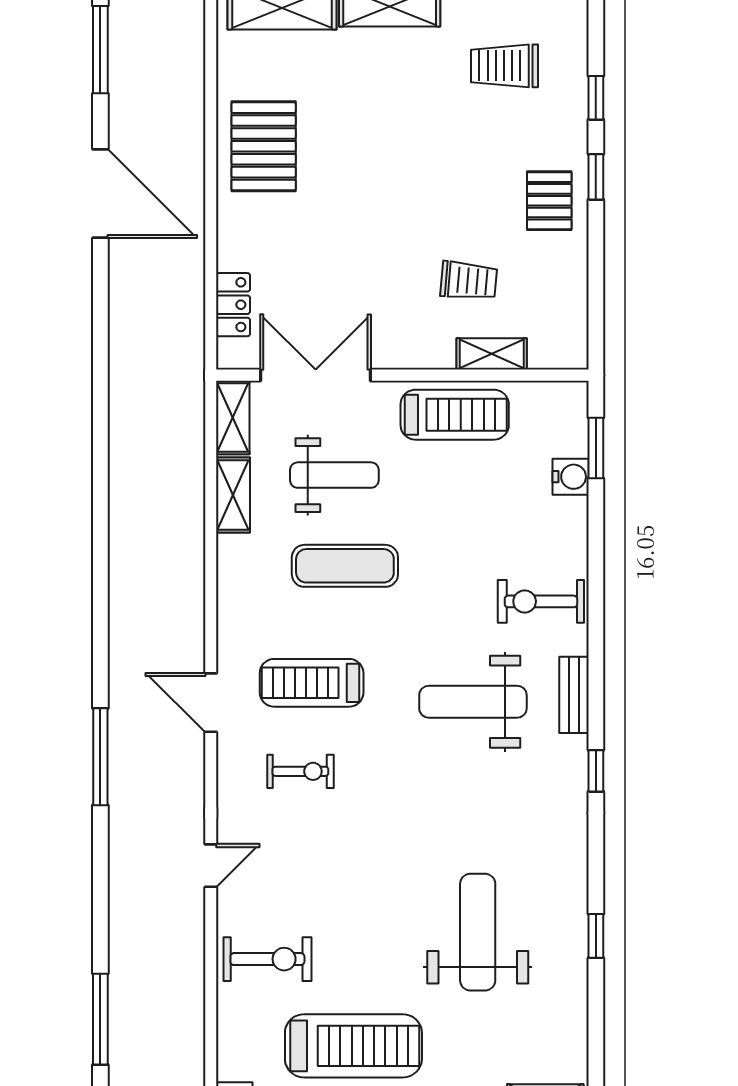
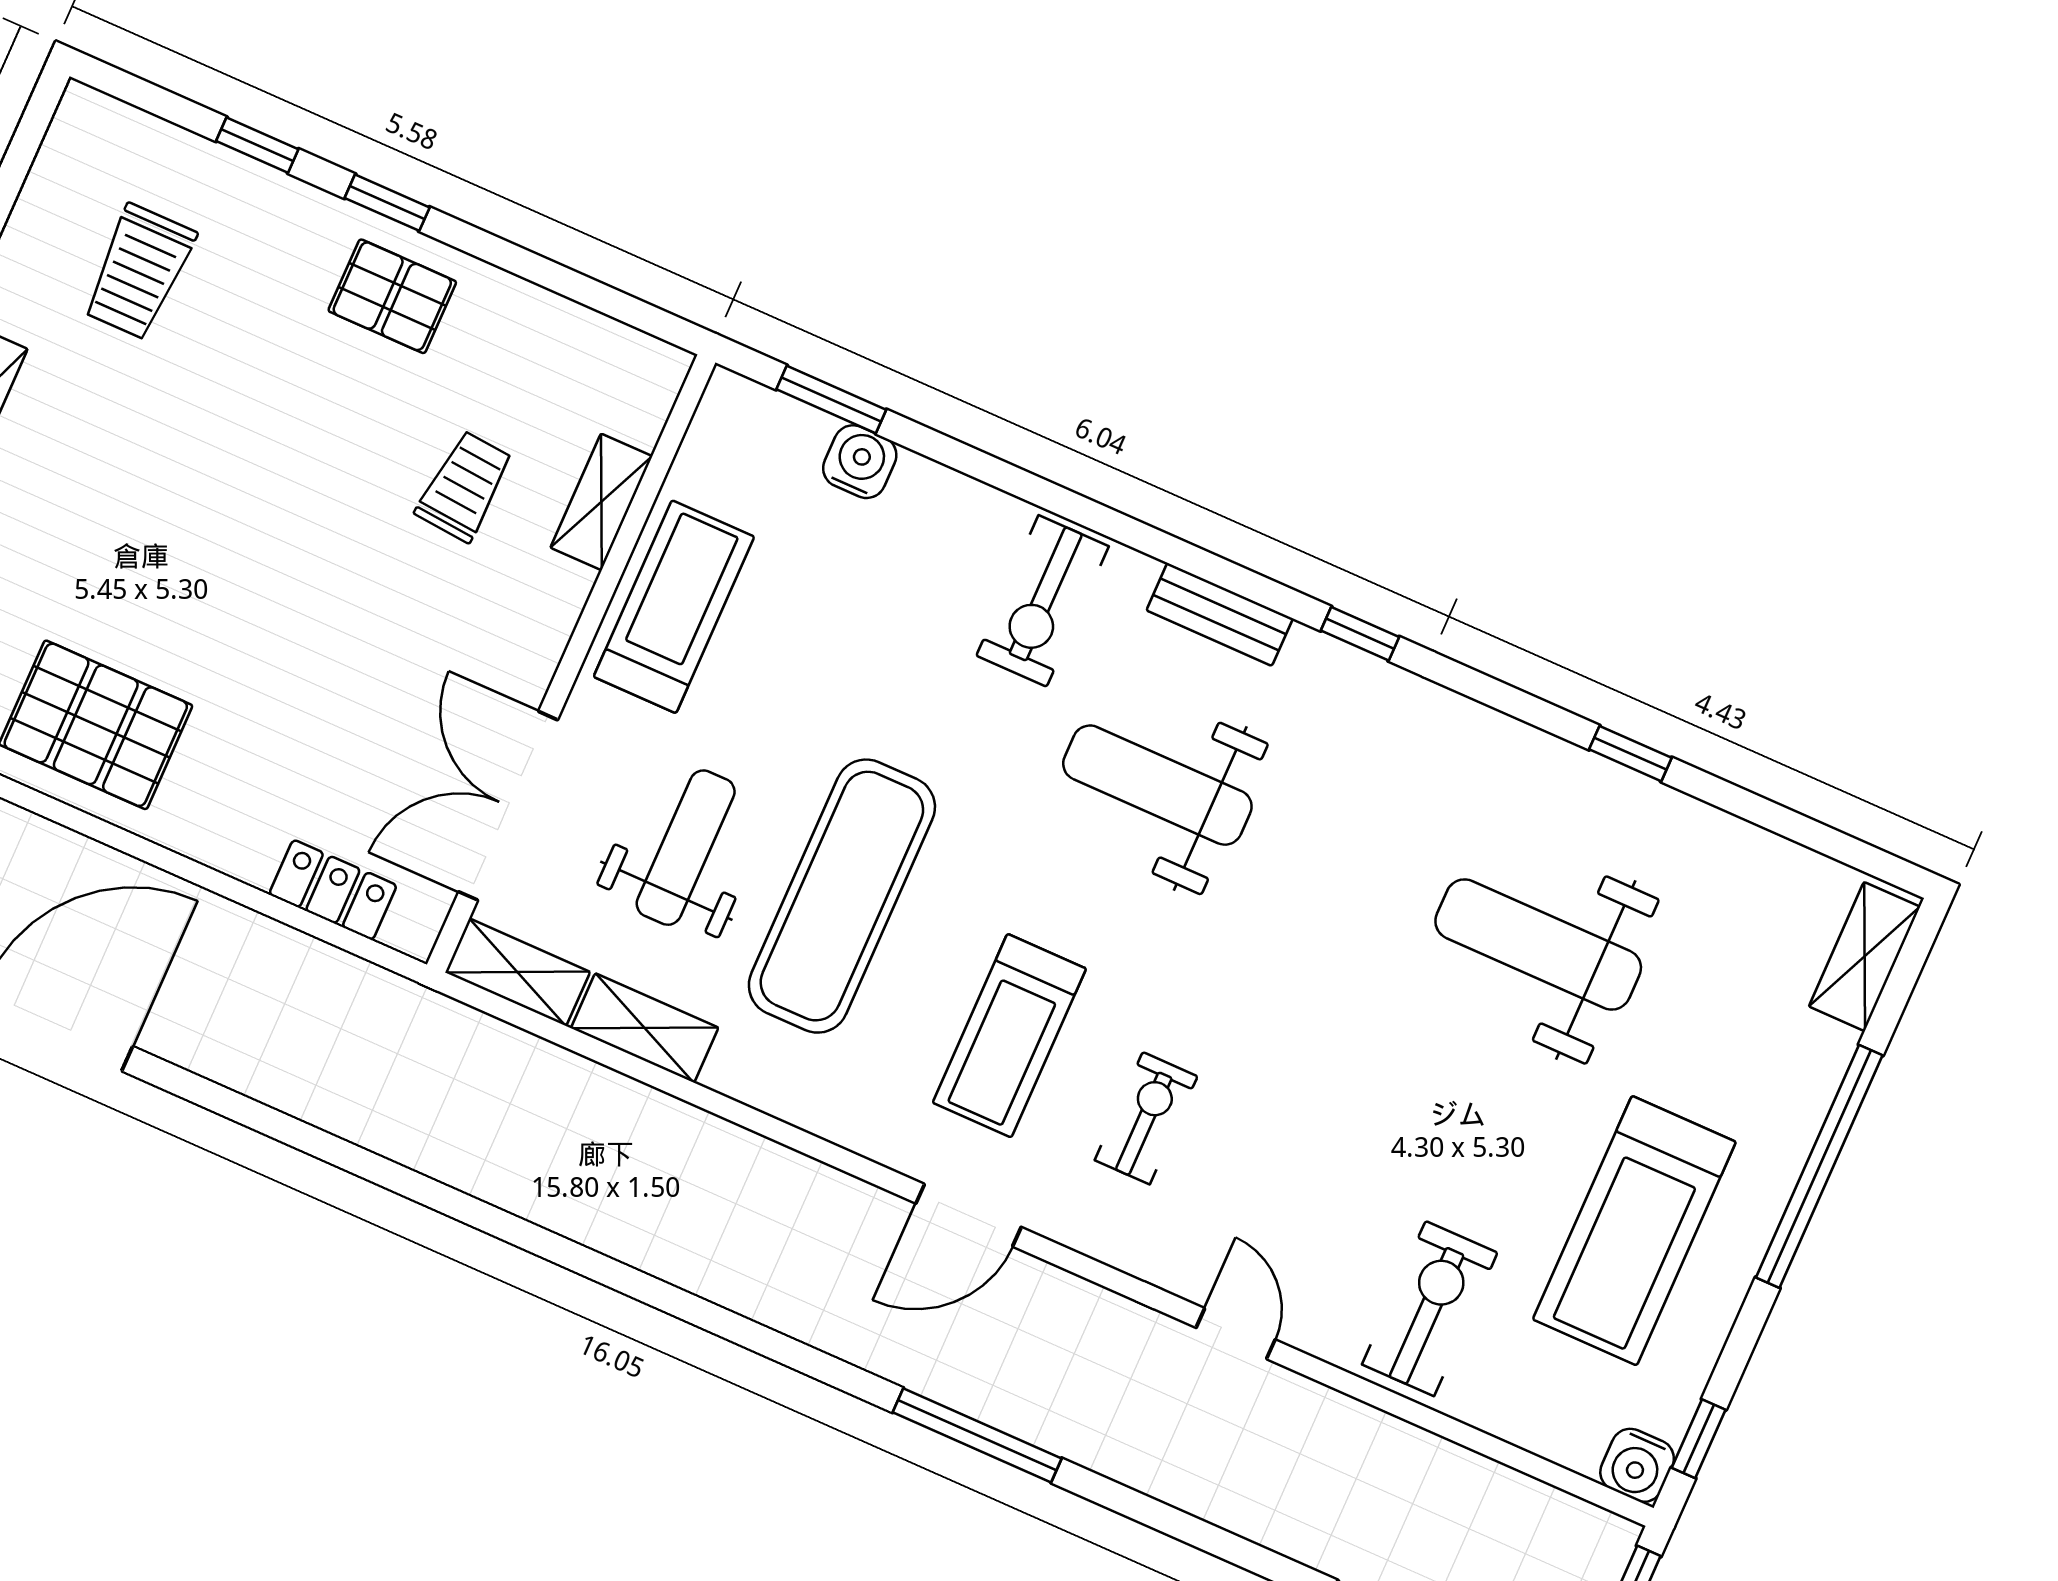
exercise mat: (345, 566) -> (842, 896), width x1.36, depth x1.45
weight bench: (473, 702) -> (1157, 785), turned 90
treadmill: (353, 1046) -> (1634, 1231), turned 180

